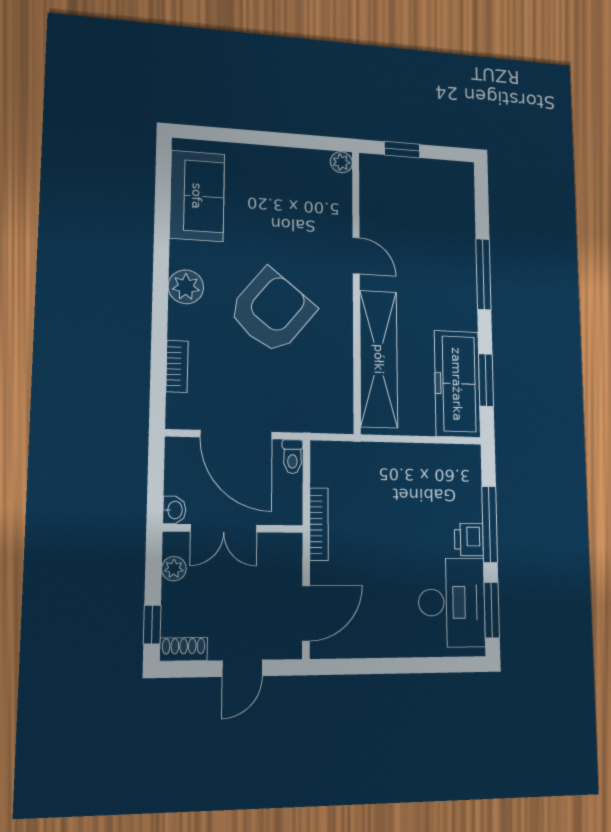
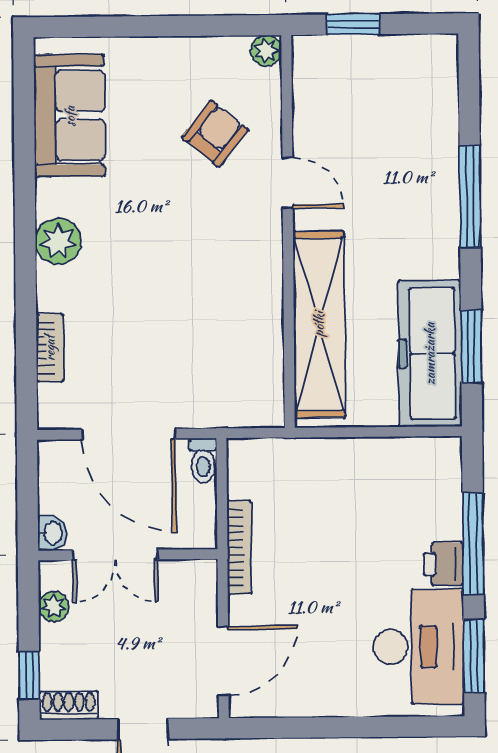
armchair: (272, 311) -> (215, 134), moved, width x0.53, depth x0.53

